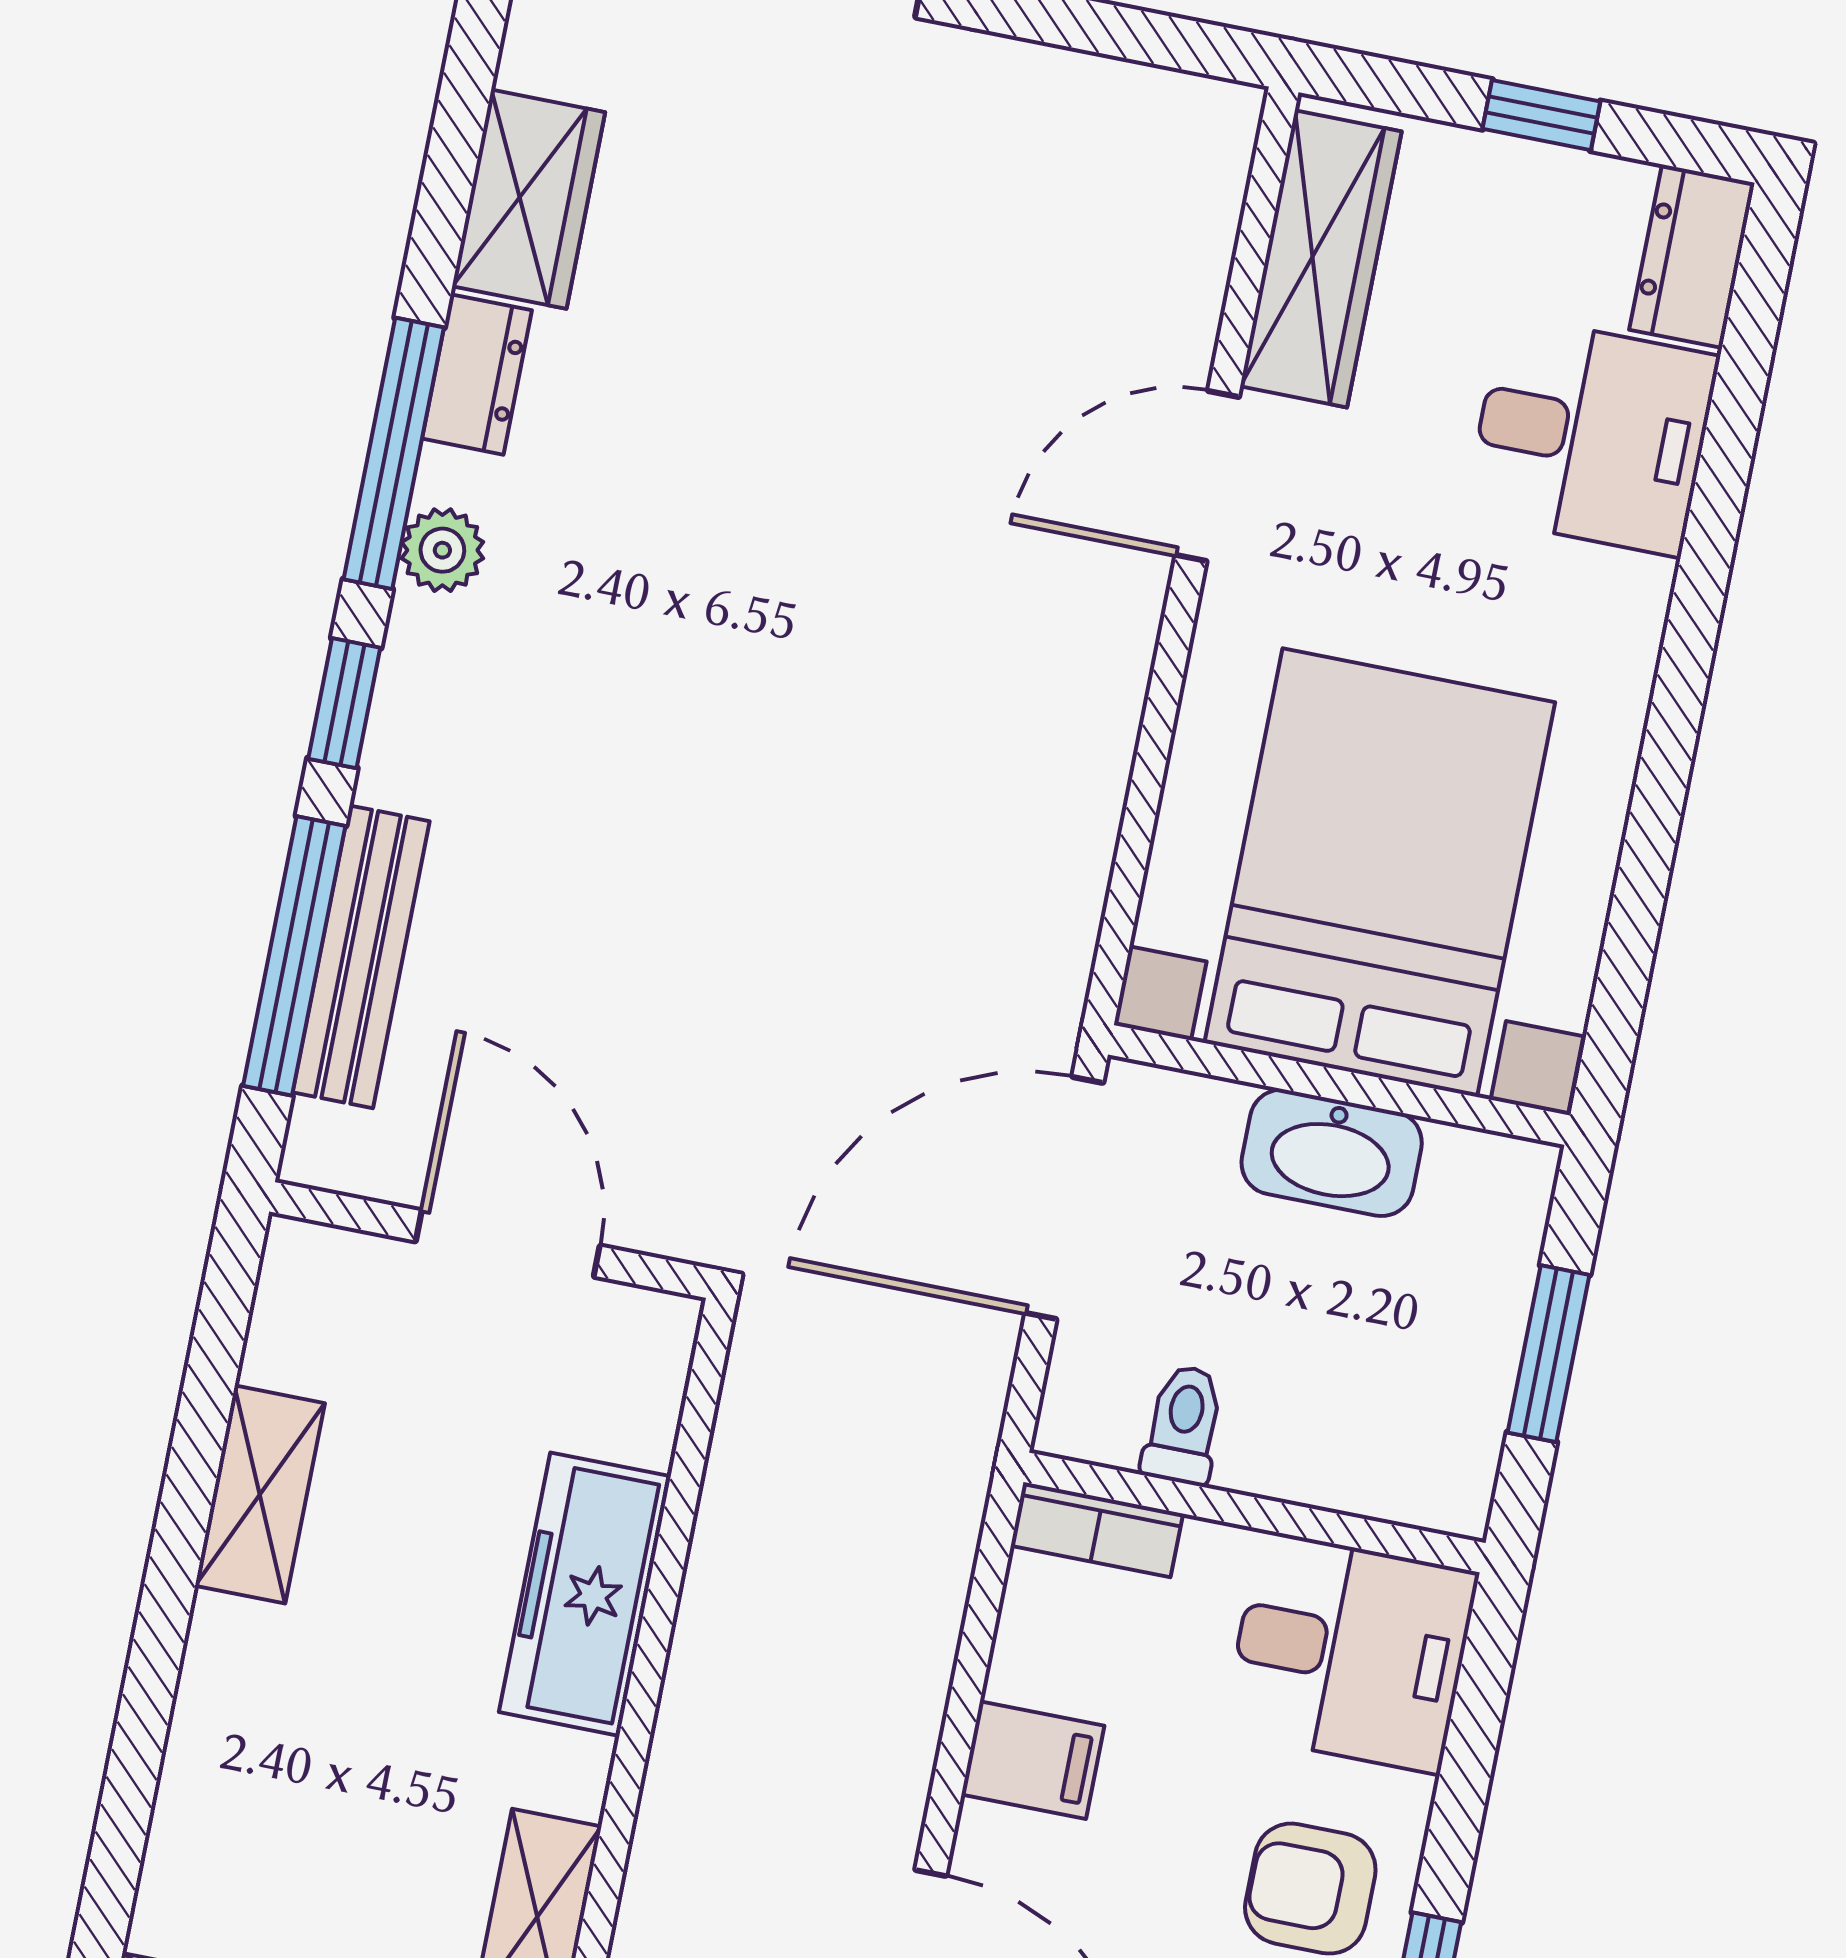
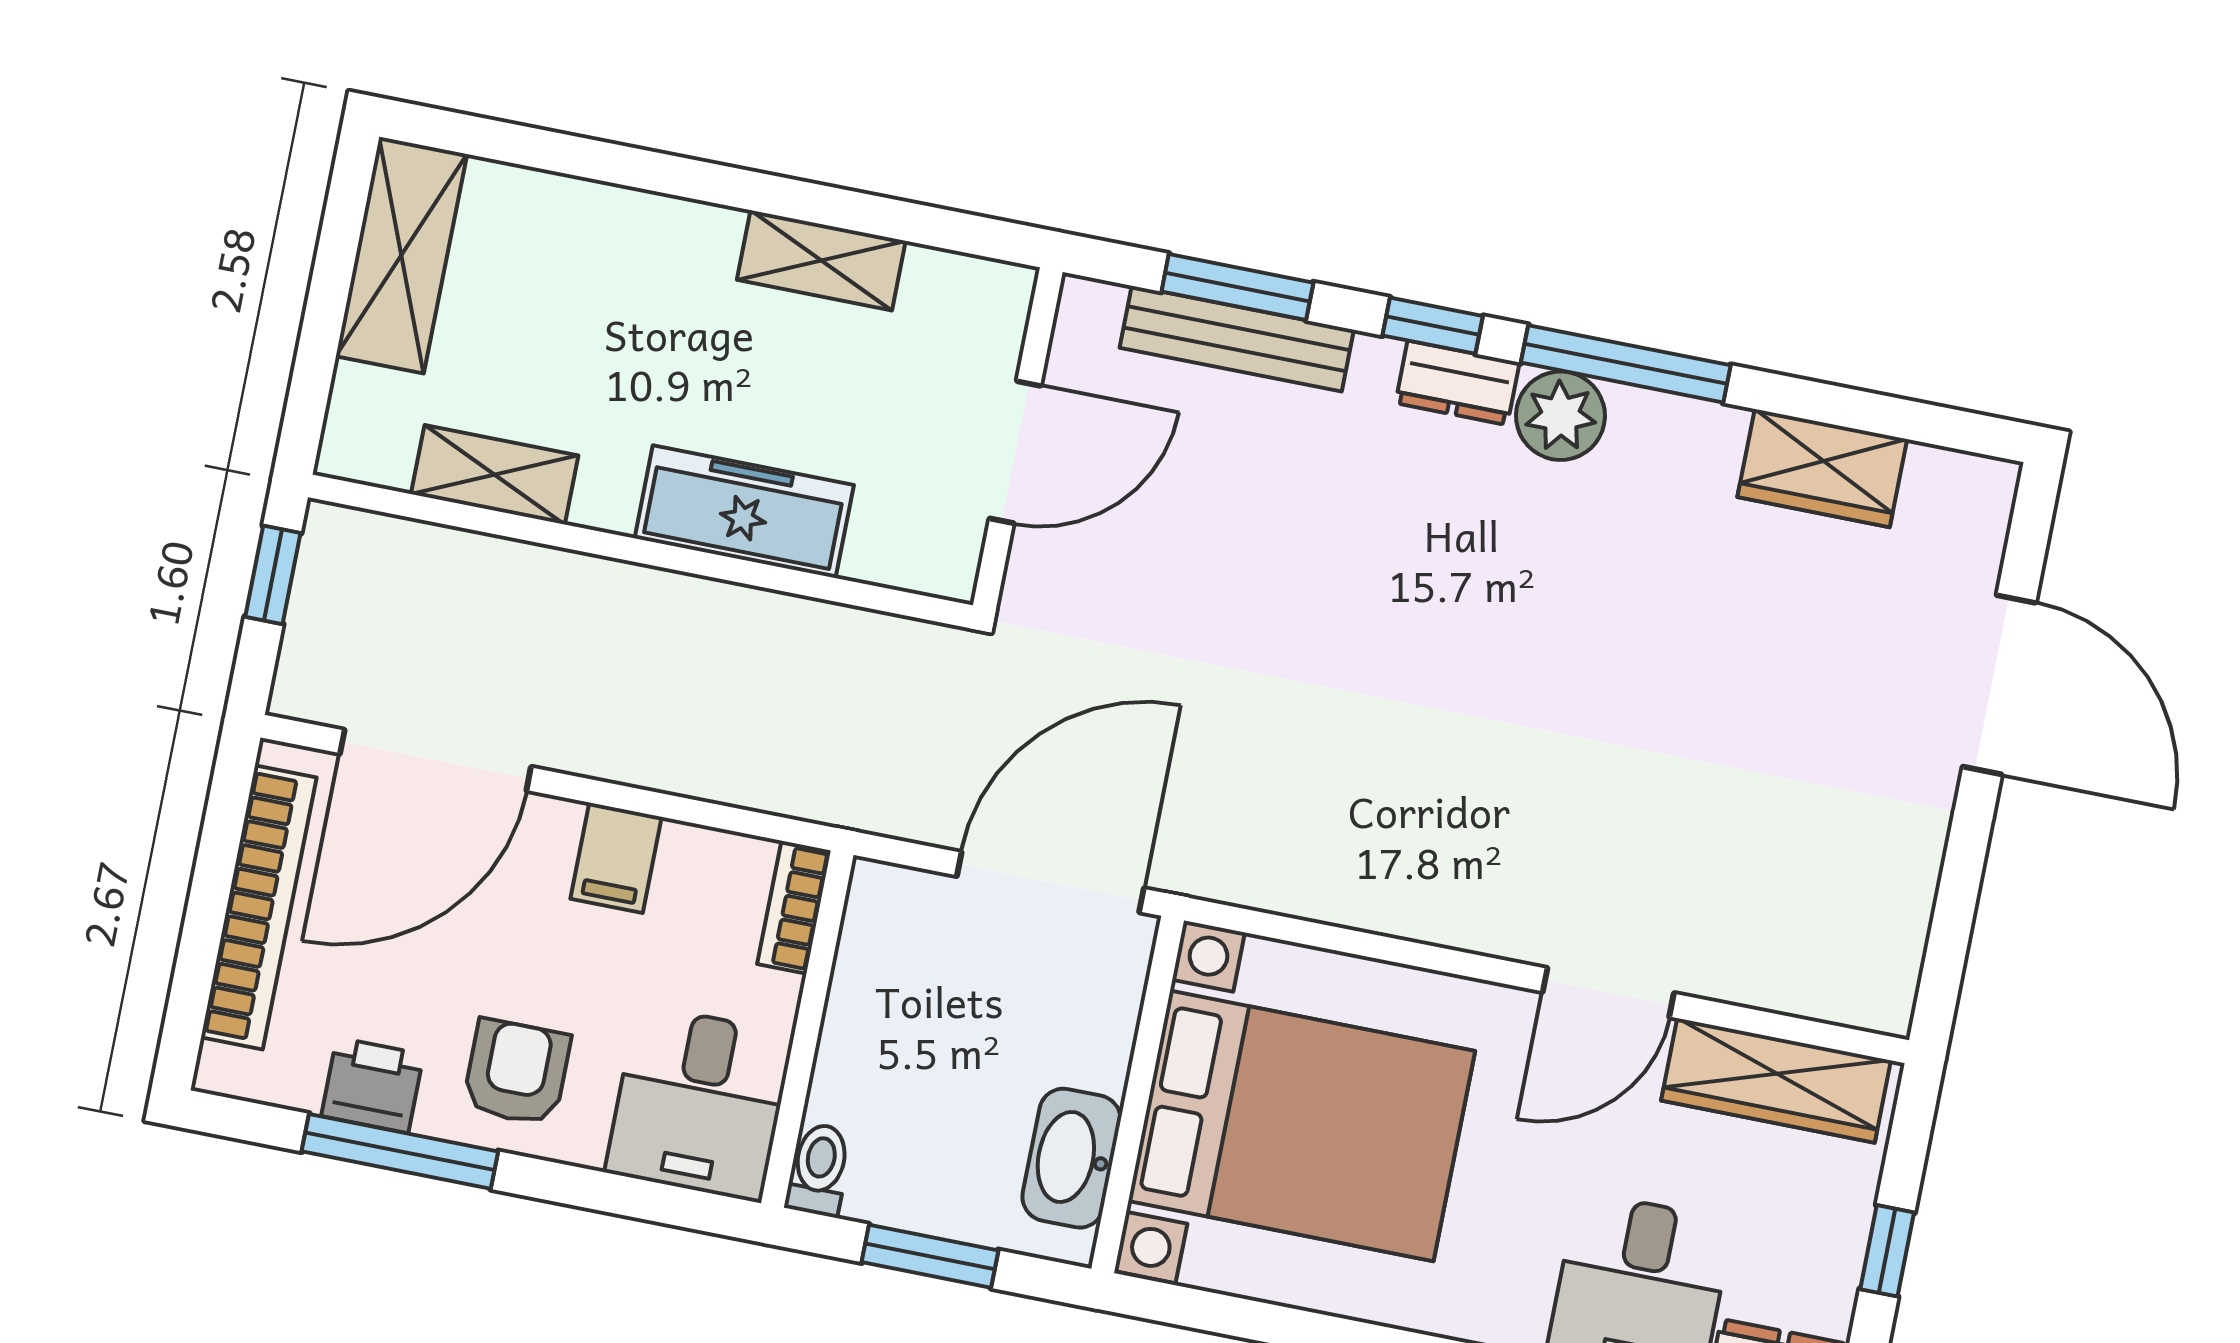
dresser: (477, 374) -> (1457, 383), moved
door: (1207, 476) -> (1608, 993), swing flipped
plant: (442, 550) -> (1560, 416), width x1.38, depth x1.38
window: (294, 956) -> (1237, 287), width x0.69
washbasin: (1332, 1153) -> (1072, 1158), moved
door: (1064, 1198) -> (1050, 882), hinge flipped
toilet: (1183, 1425) -> (819, 1170), moved, turned -90

